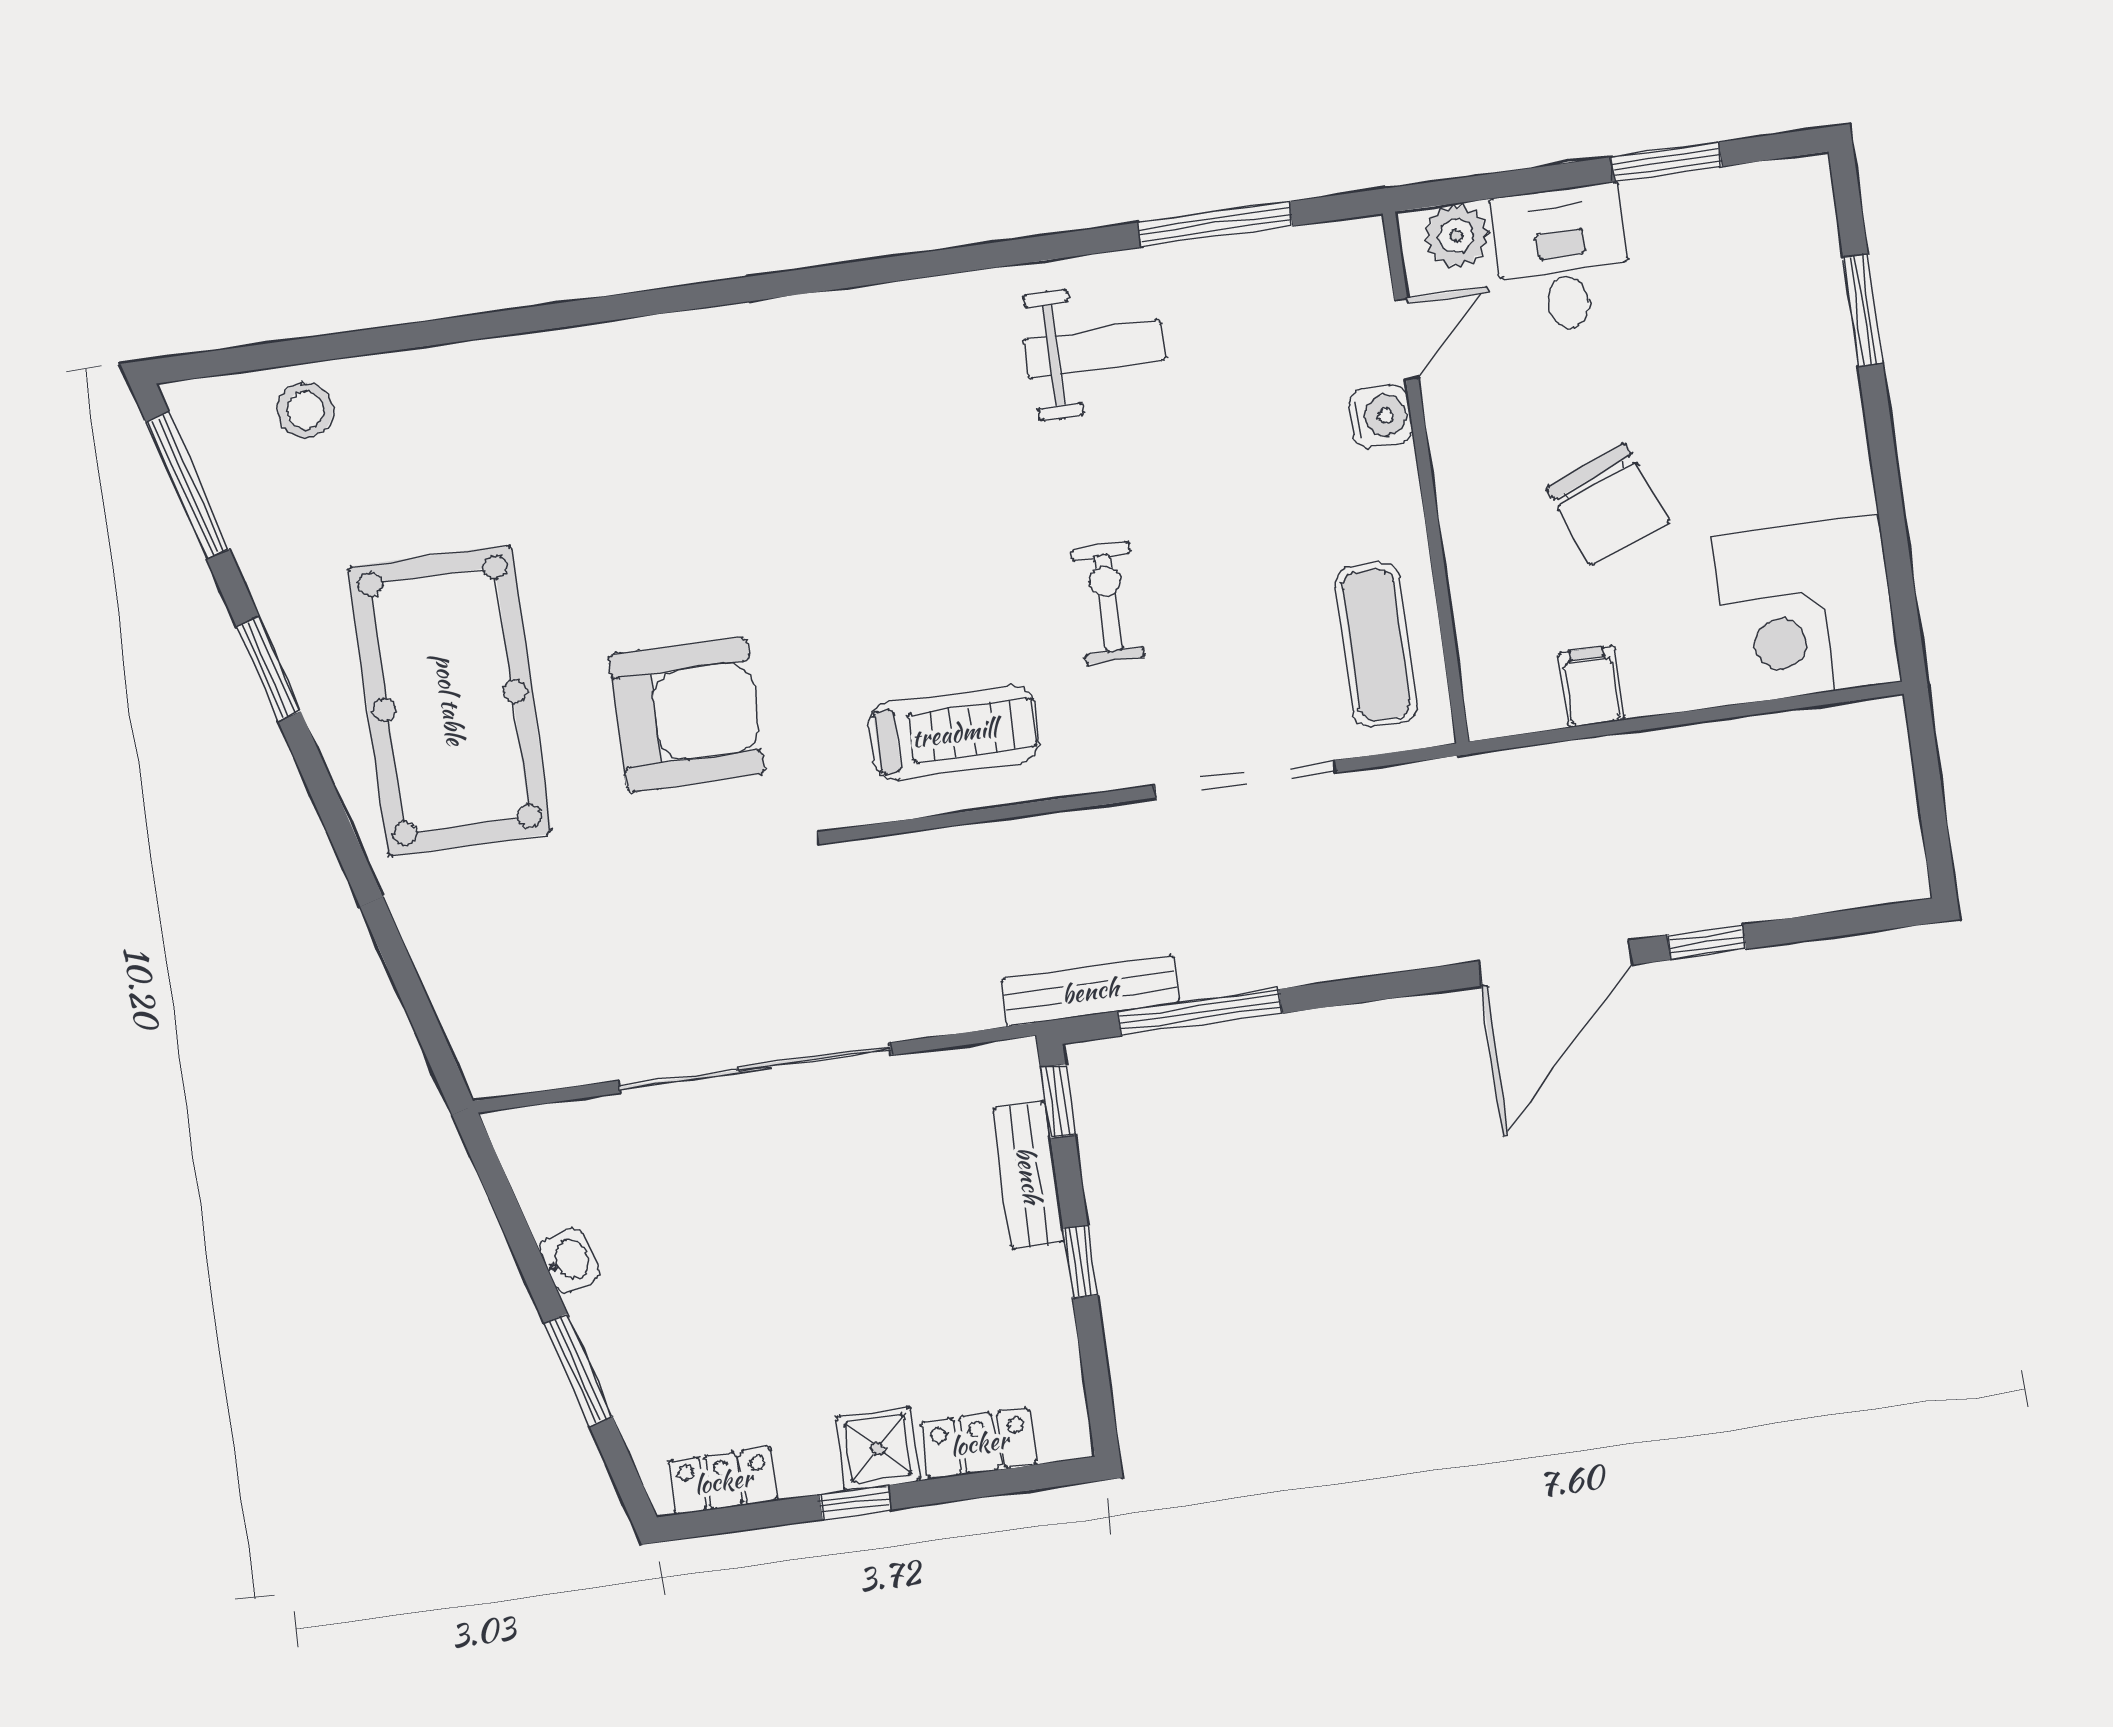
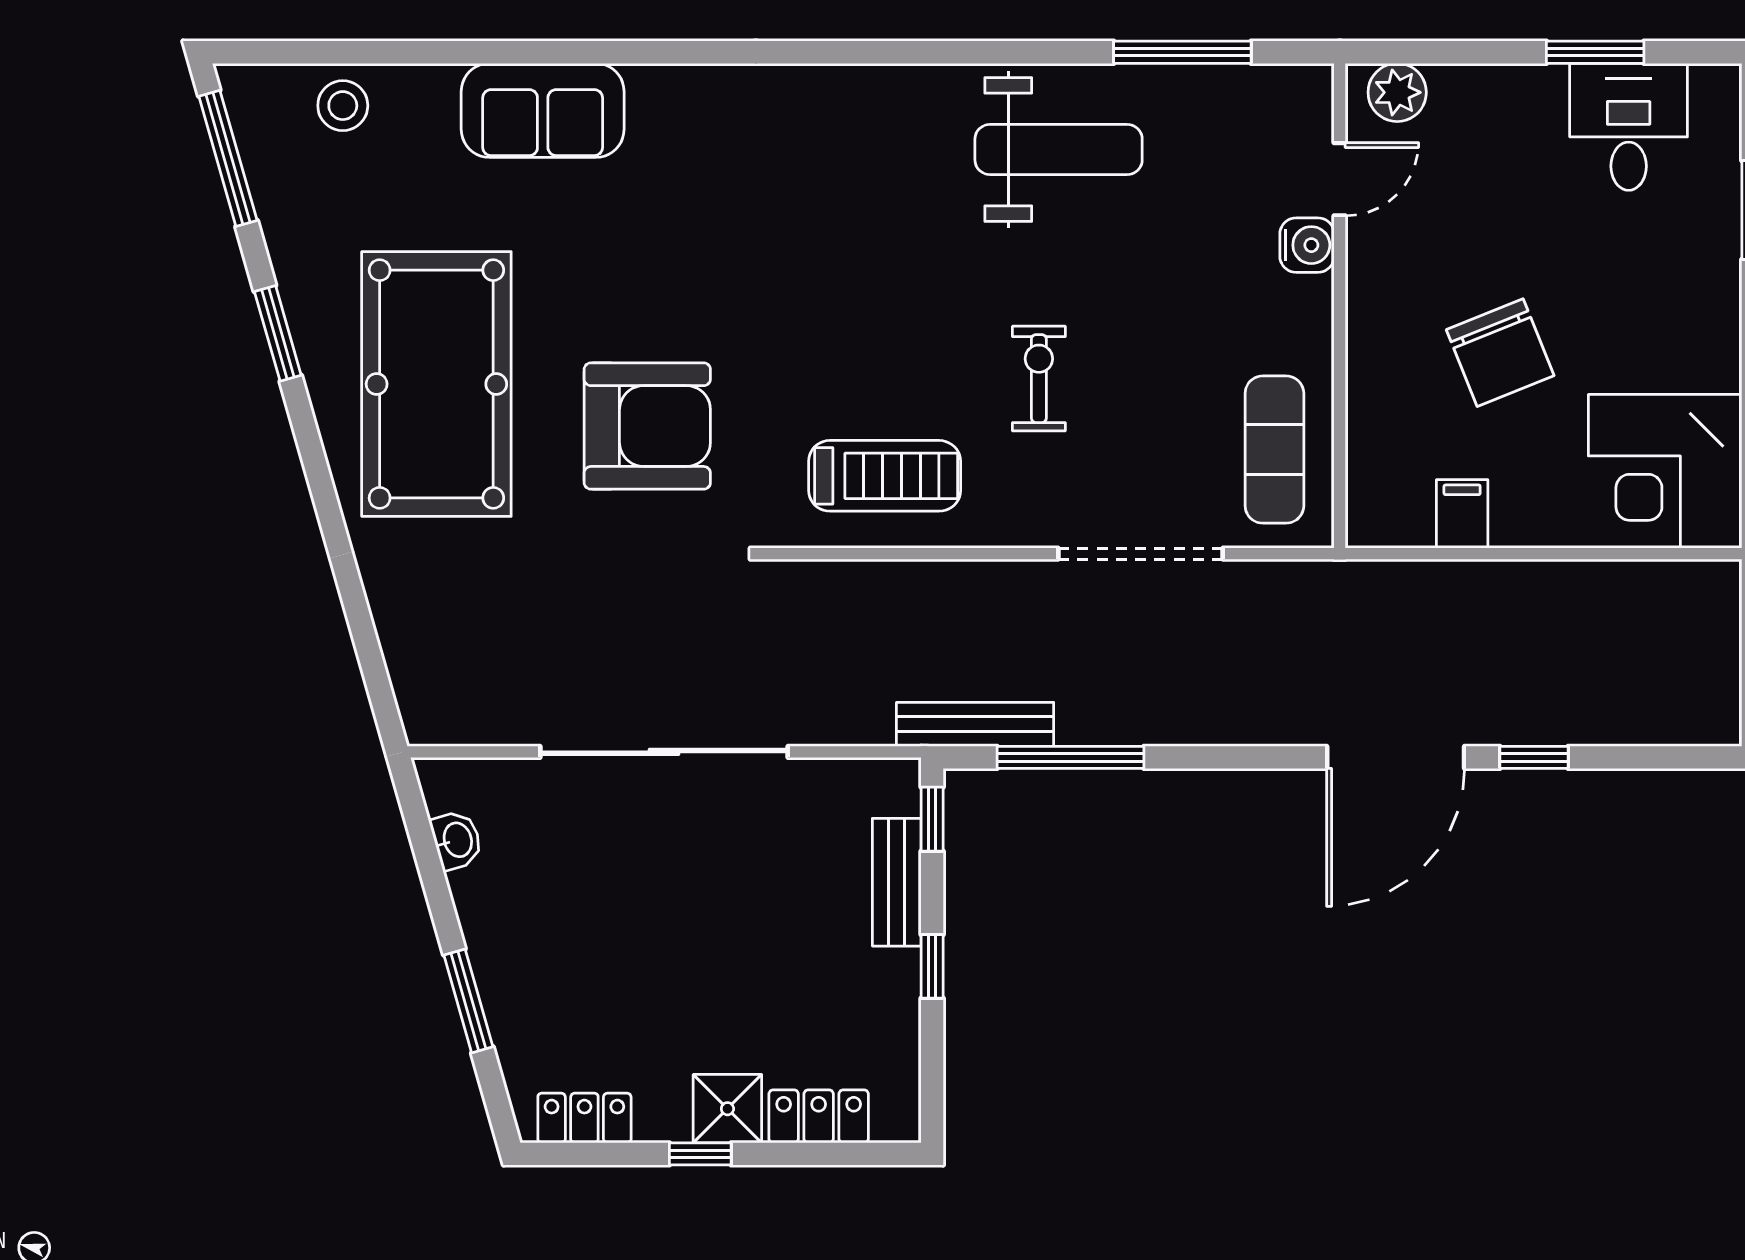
desk: (1563, 259) -> (1629, 127), moved
weight bench: (1095, 349) -> (1059, 149), width x1.36, depth x1.33
sofa: (524, 385) -> (543, 110), added
washbasin: (569, 1260) -> (457, 840), moved

